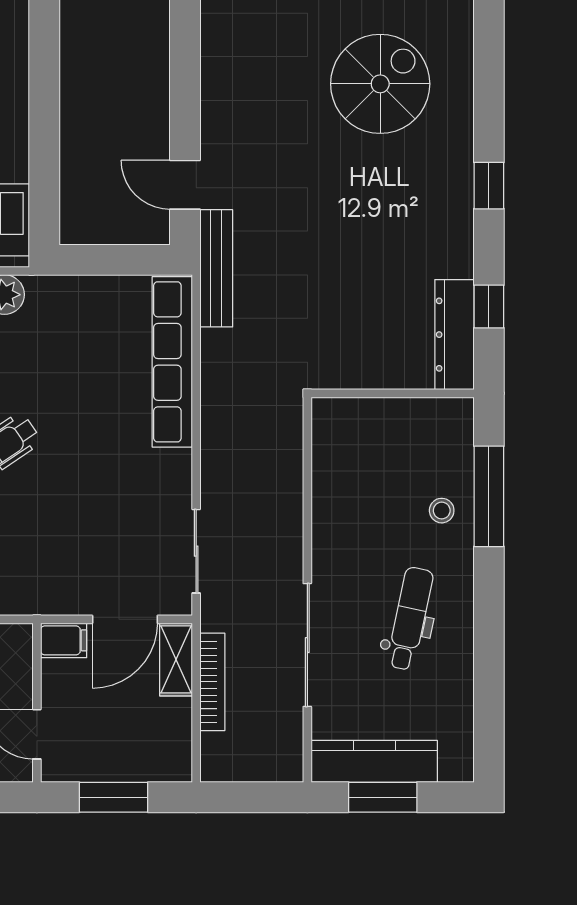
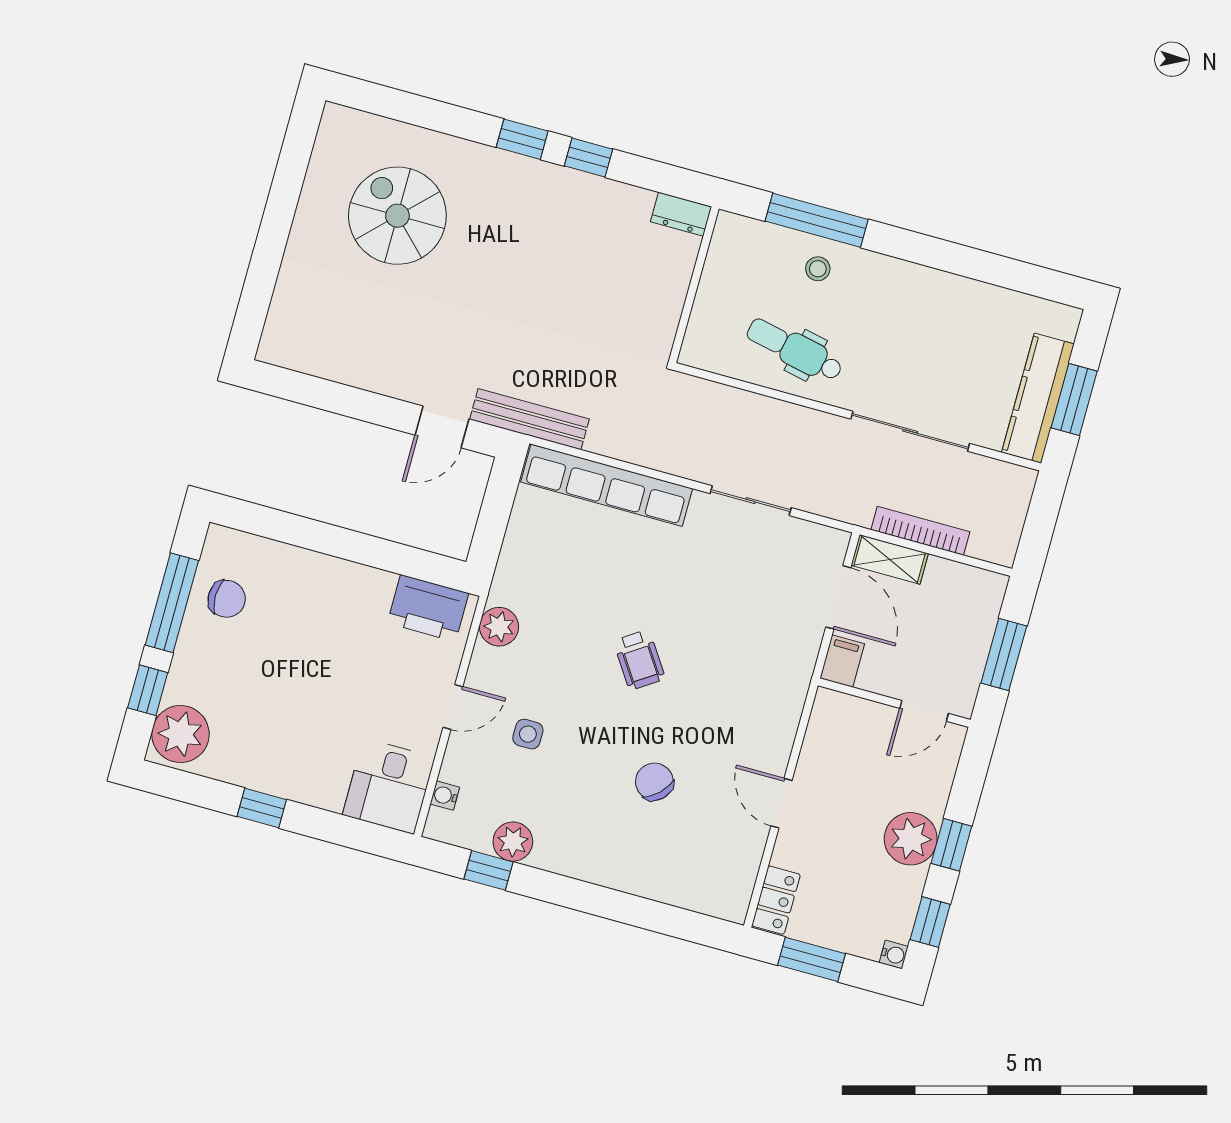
window: (489, 307) -> (588, 157), moved
dresser: (454, 335) -> (681, 214), width x0.51, depth x0.80
sliding door: (196, 551) -> (751, 501), moved
dental chair: (410, 619) -> (795, 350), moved

